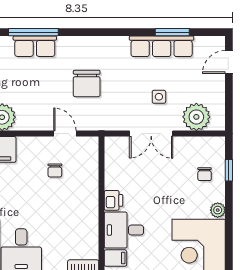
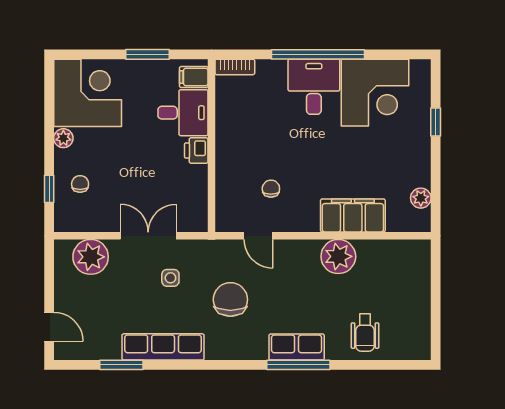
row of seats: (162, 46) -> (163, 347), moved
door: (229, 62) -> (49, 327), hinge flipped
side table: (159, 97) -> (170, 278), moved

